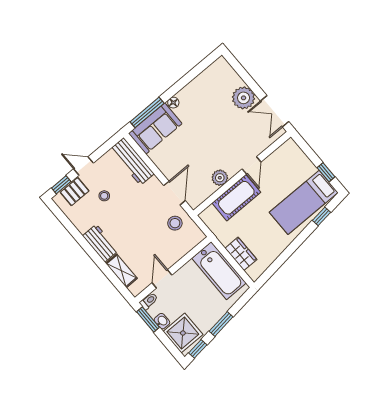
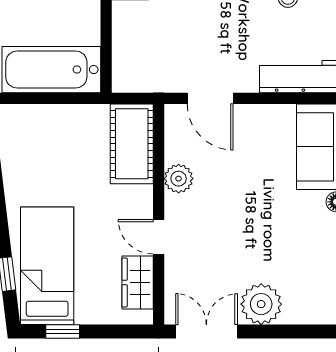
cot: (236, 198) -> (132, 144), moved
stool: (175, 223) -> (168, 64), removed
wardrobe: (241, 254) -> (138, 283), moved, turned 90

